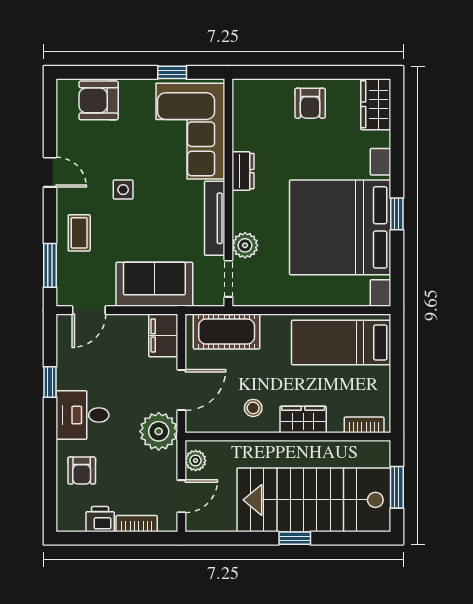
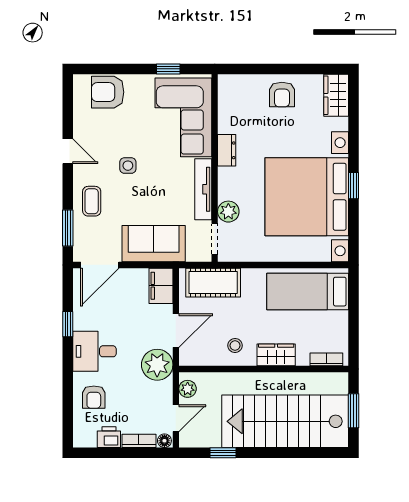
door: (89, 310) -> (100, 265), width x1.38
floor lamp: (167, 524) -> (164, 441), added
window: (295, 538) -> (223, 453), moved

